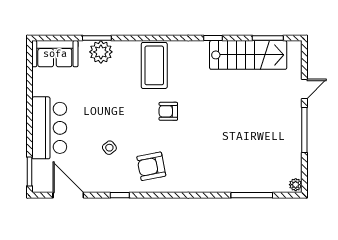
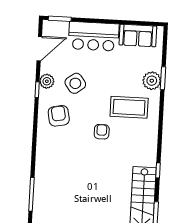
sofa: (55, 54) -> (138, 36), moved, turned -90
coffee table: (154, 65) -> (129, 107), moved
side table: (109, 148) -> (75, 83), width x1.87, depth x1.87
plant: (109, 184) -> (47, 81), added

